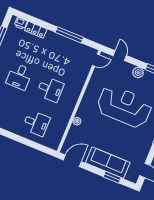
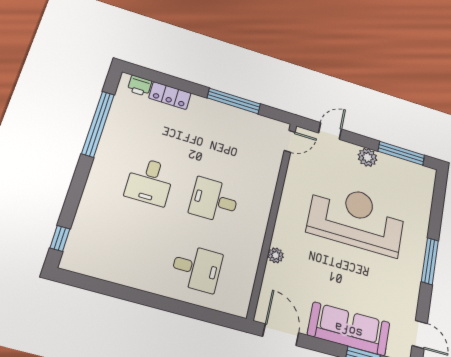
door: (120, 56) -> (330, 131), hinge flipped
desk: (50, 89) -> (214, 200), turned 180
door: (72, 161) -> (281, 335), hinge flipped

